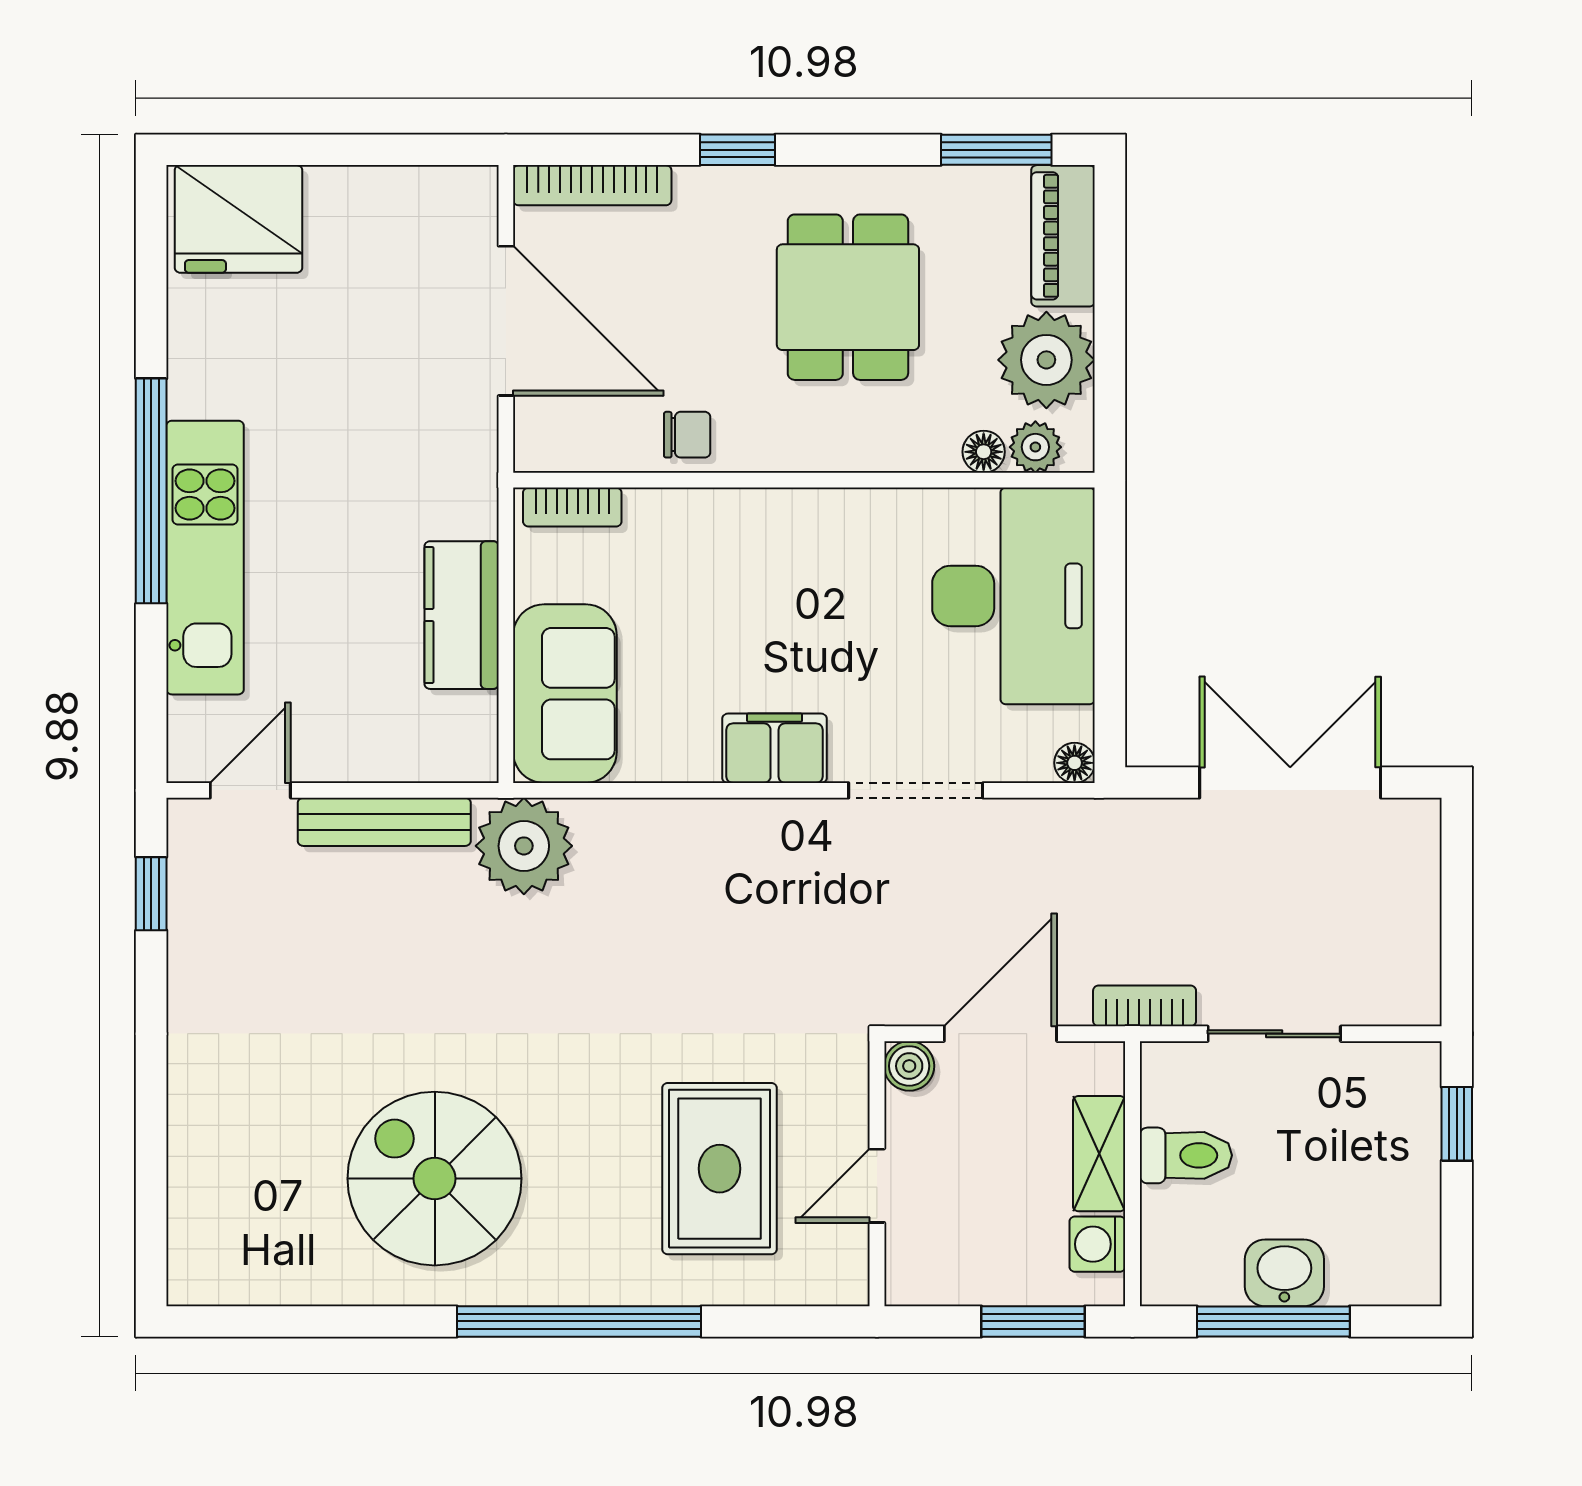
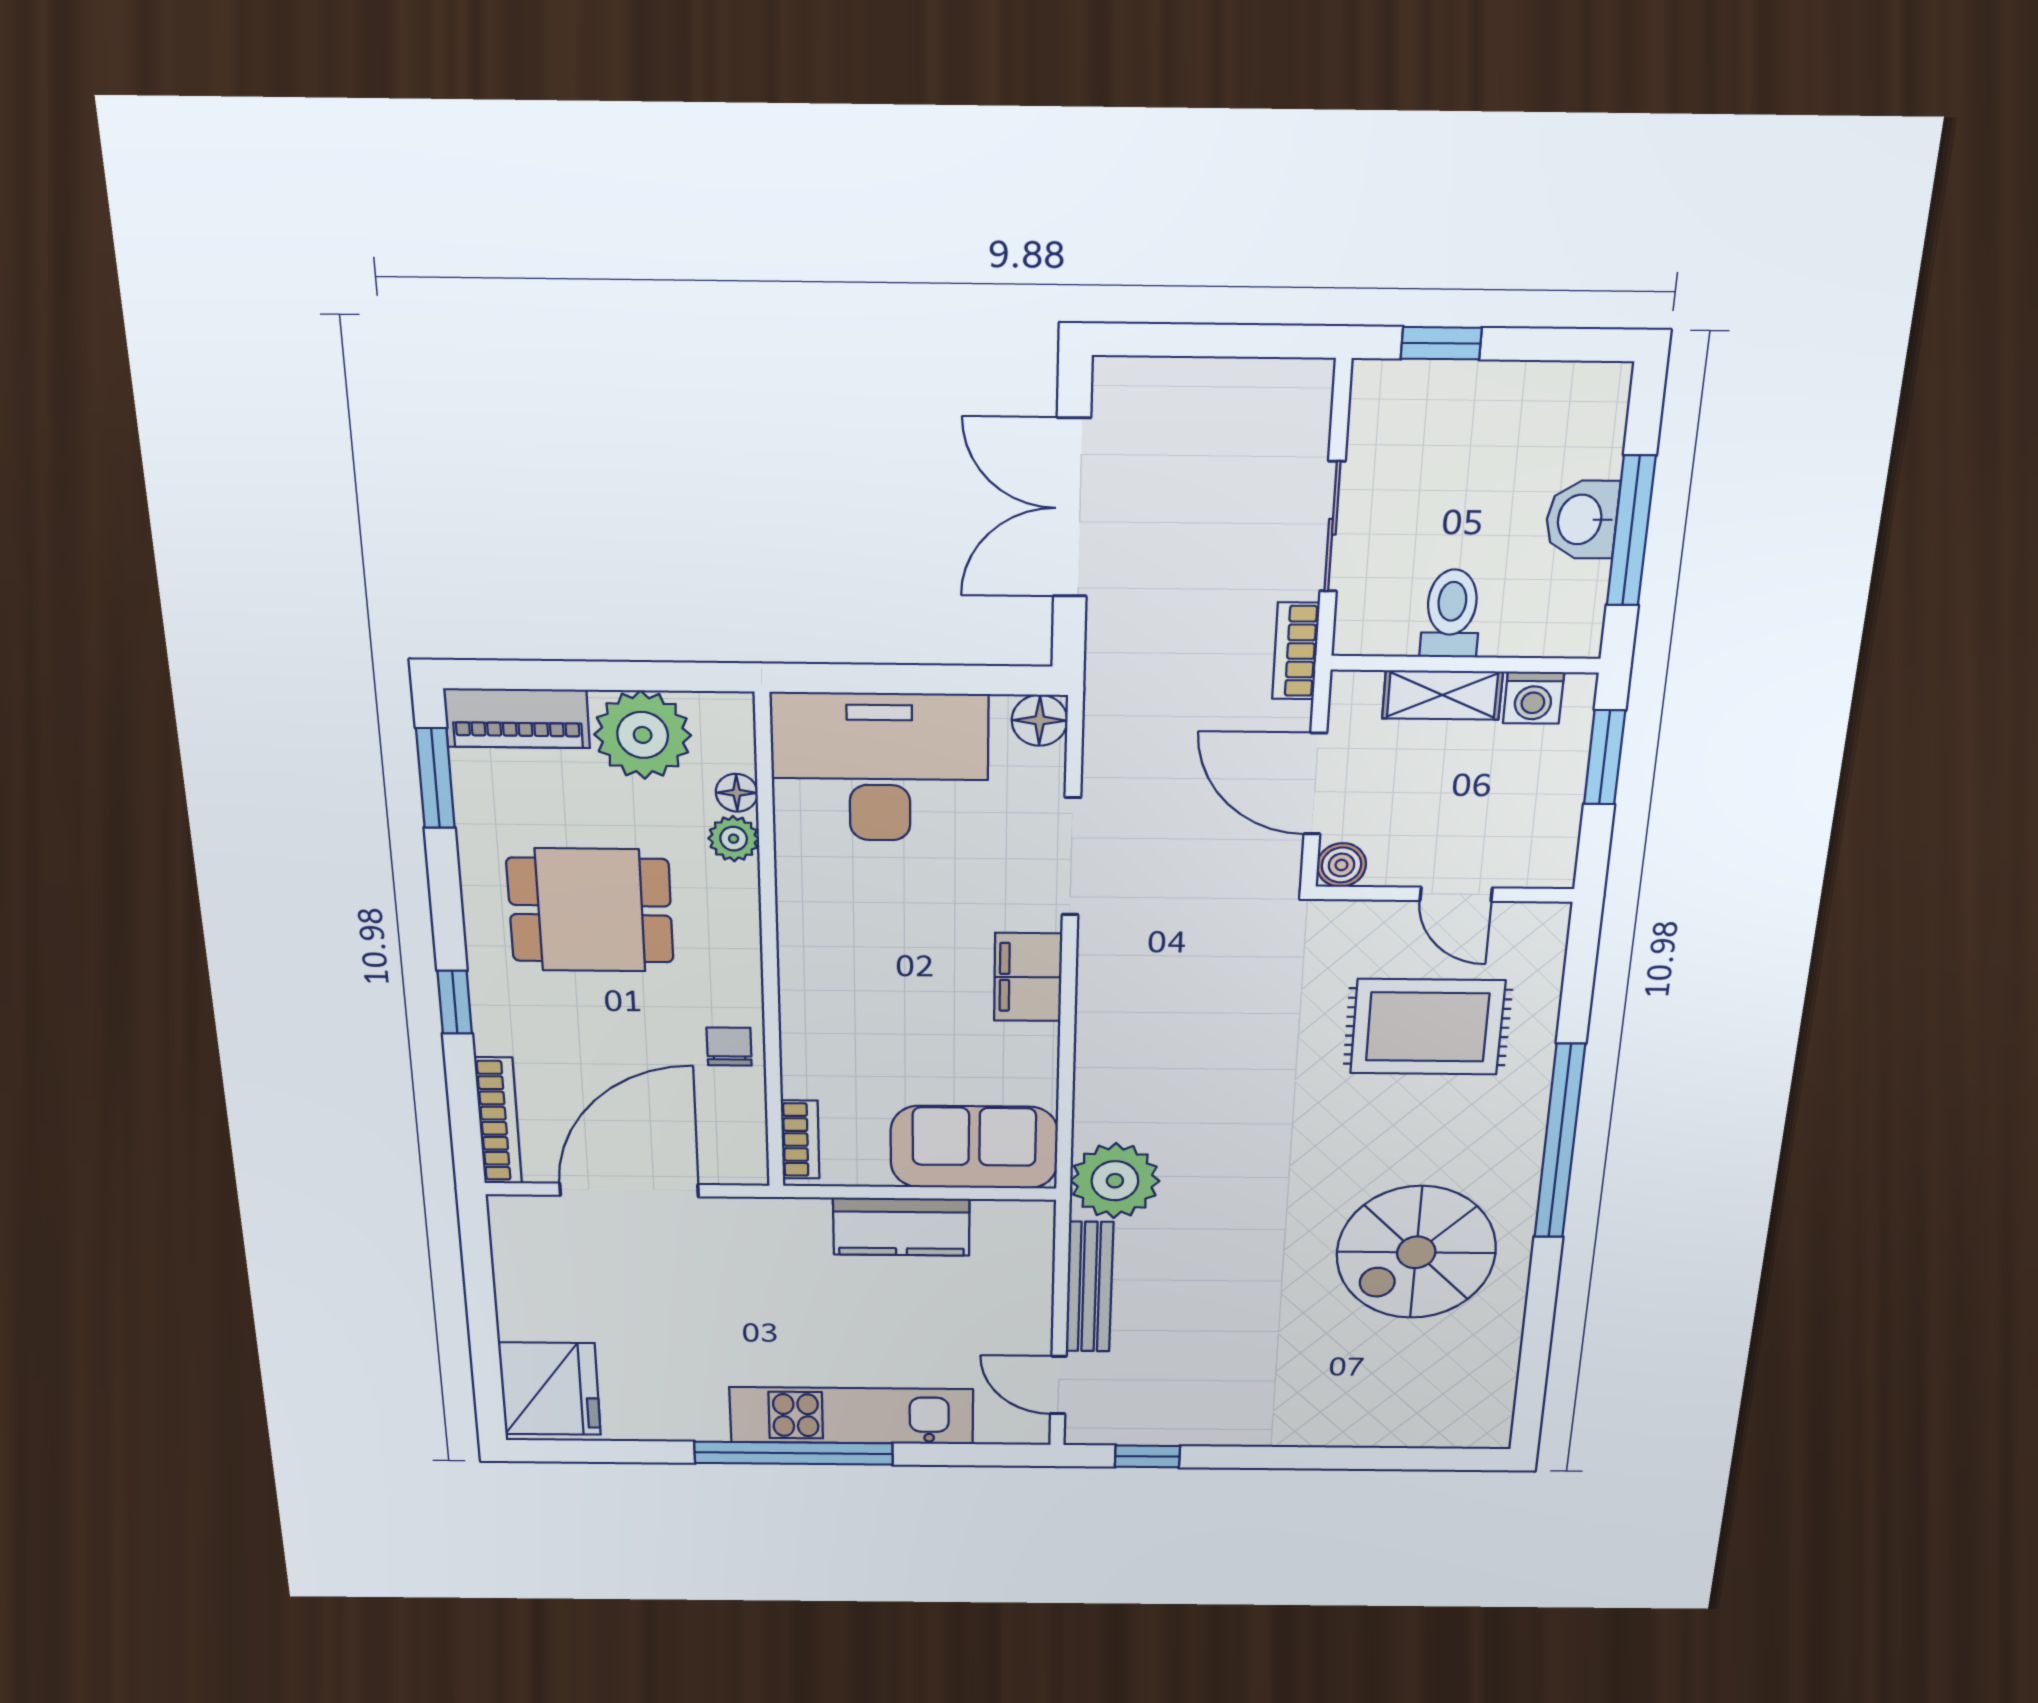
plant: (1035, 447) -> (734, 839), moved
floor lamp: (1075, 763) -> (1040, 720), width x1.37, depth x1.37

